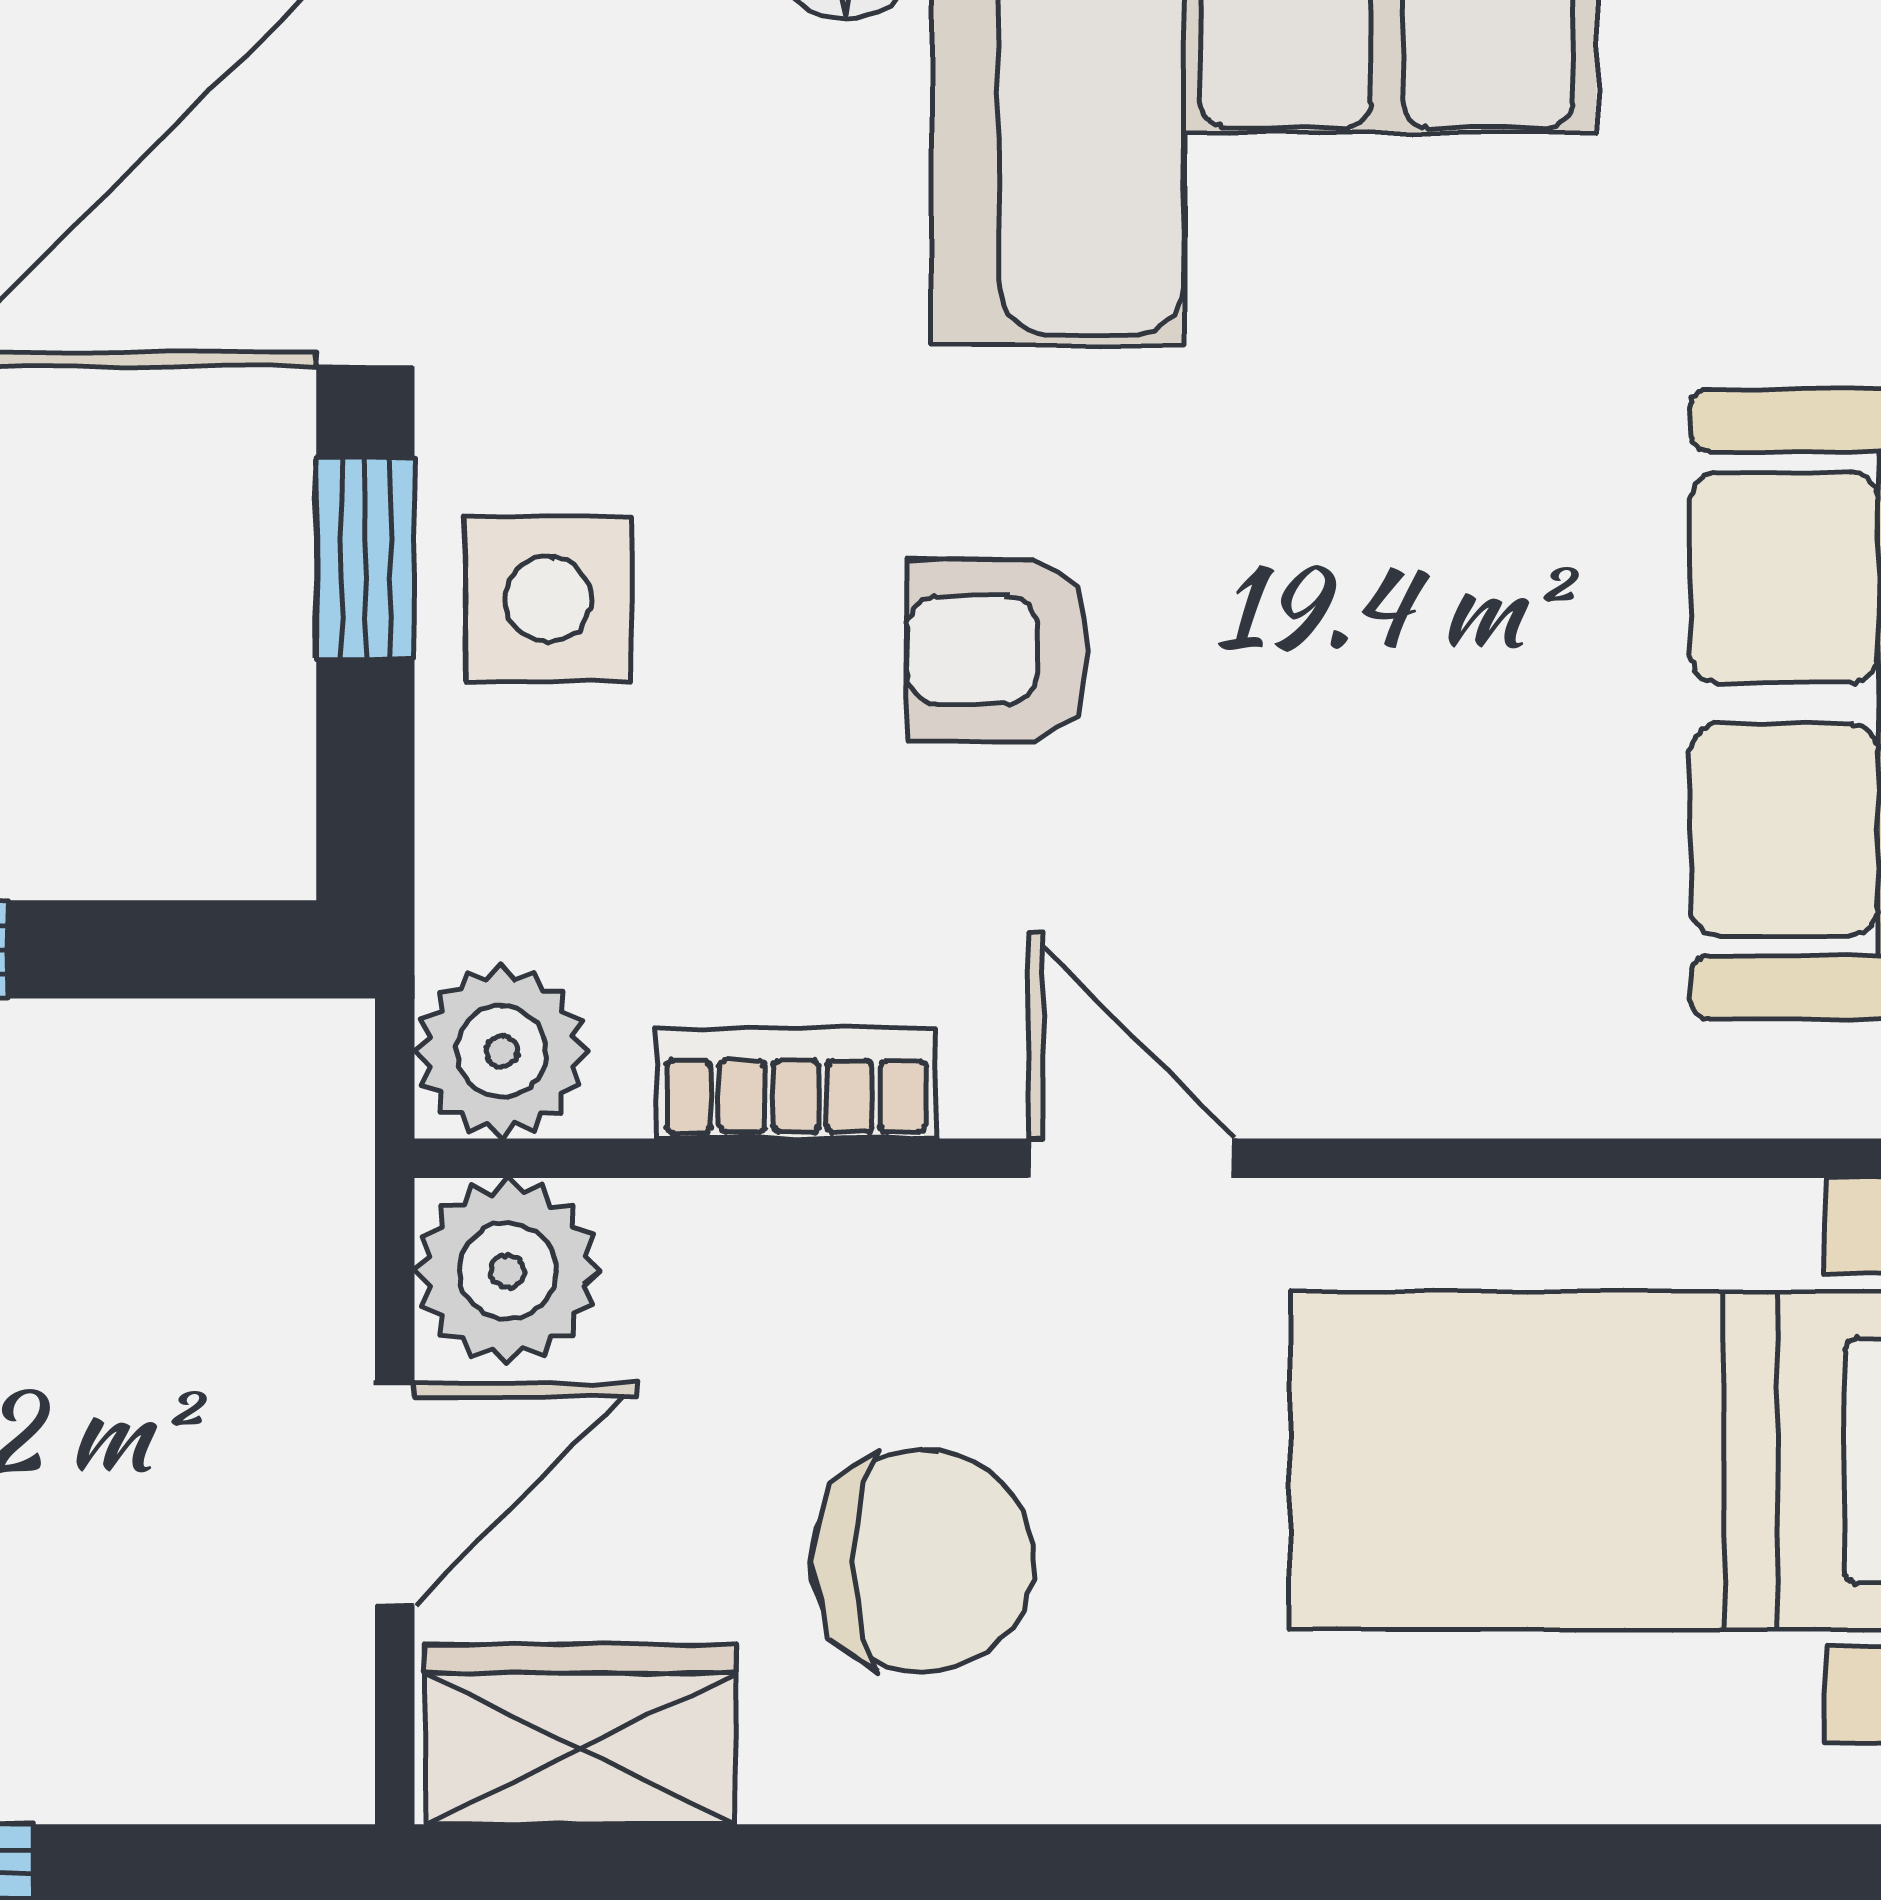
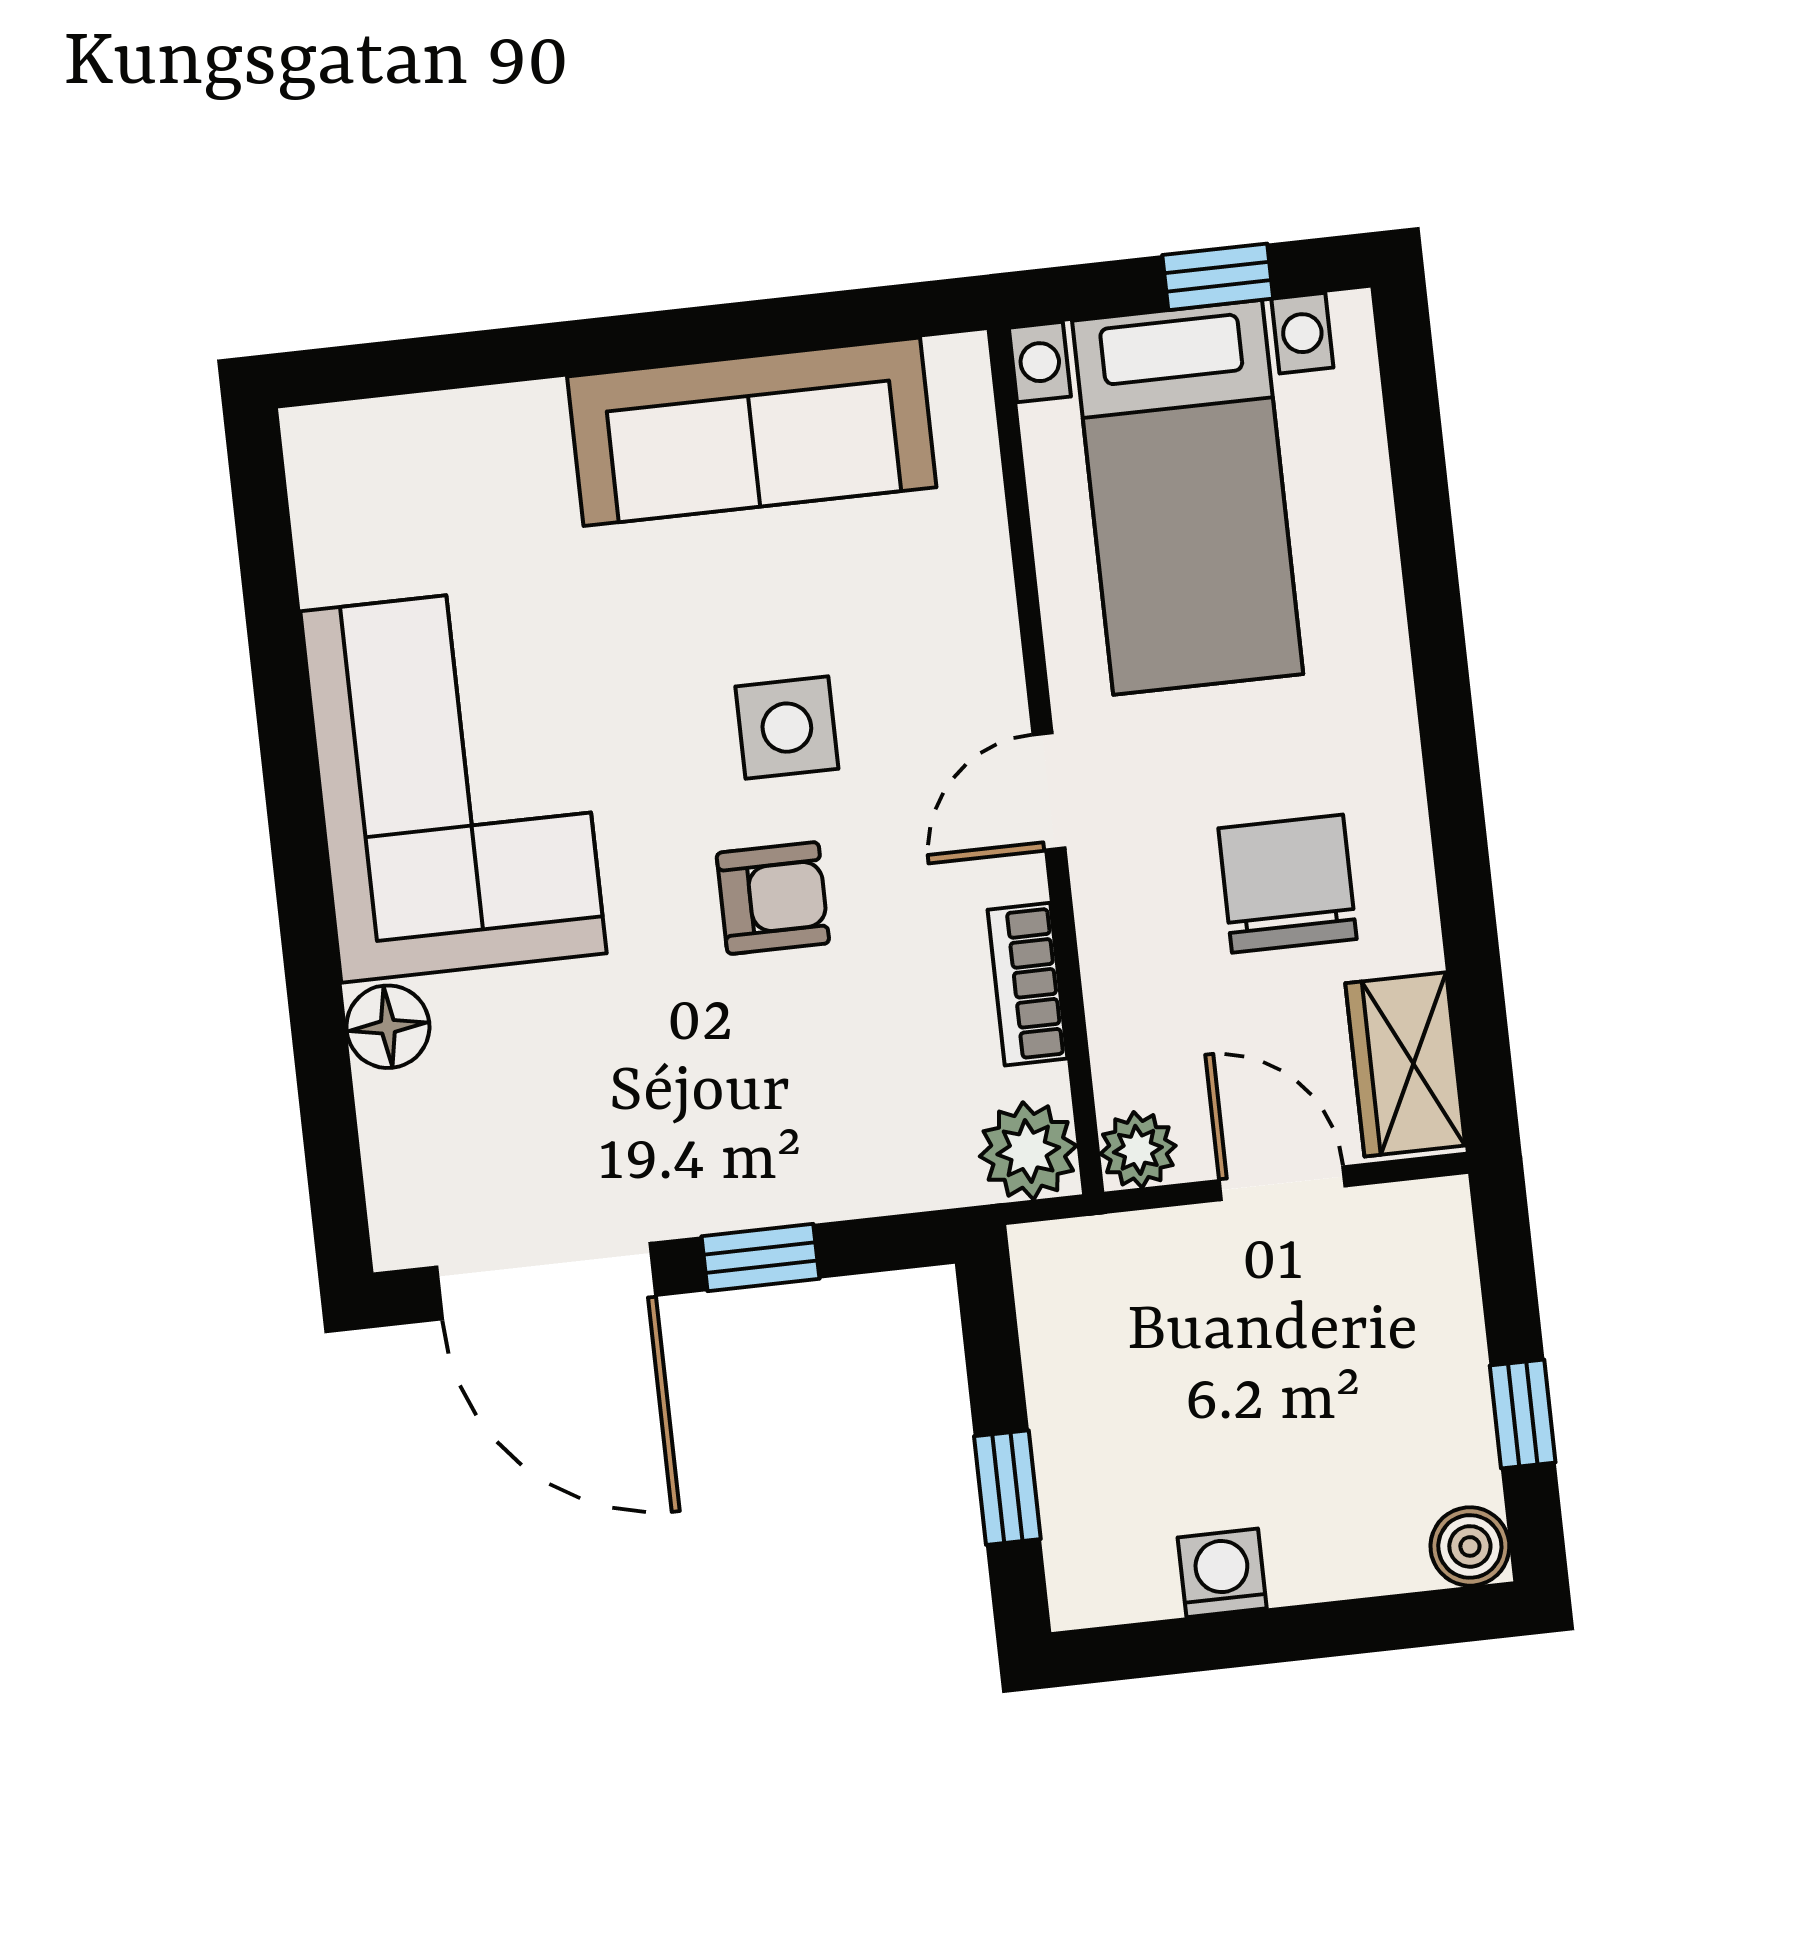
side table: (548, 599) -> (787, 728), moved
armchair: (997, 650) -> (773, 898), turned -90
plant: (507, 1271) -> (1138, 1150), width x0.73, depth x0.73

